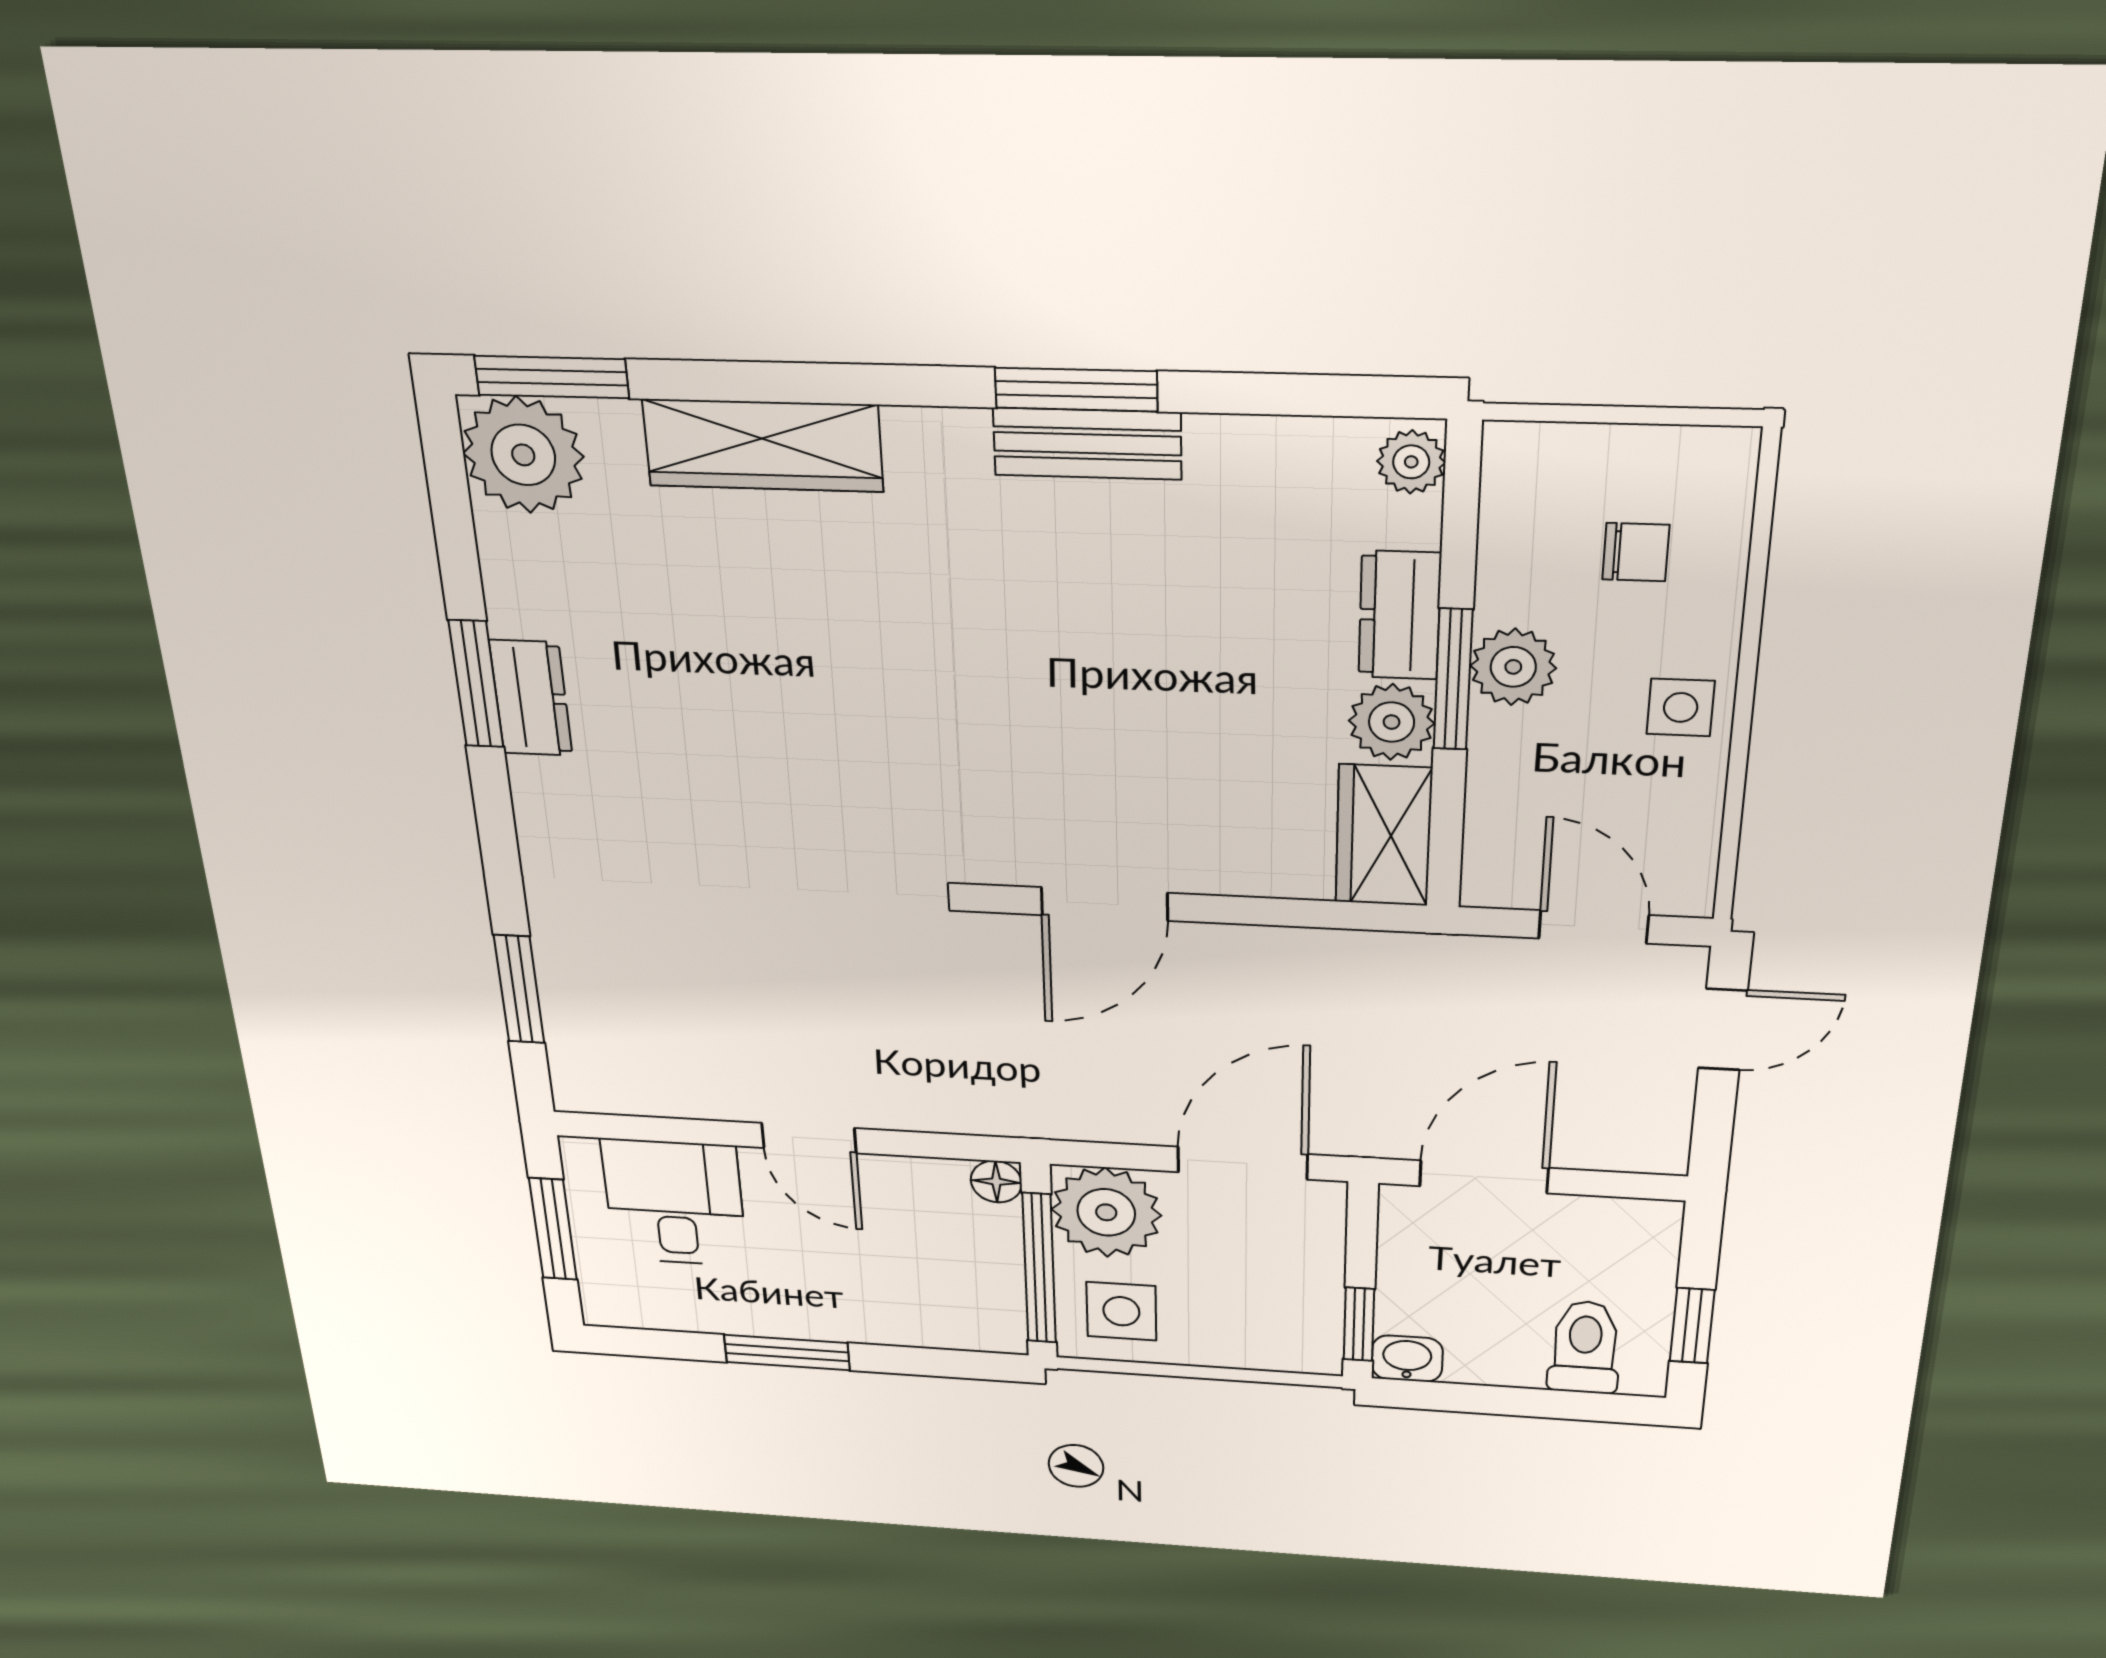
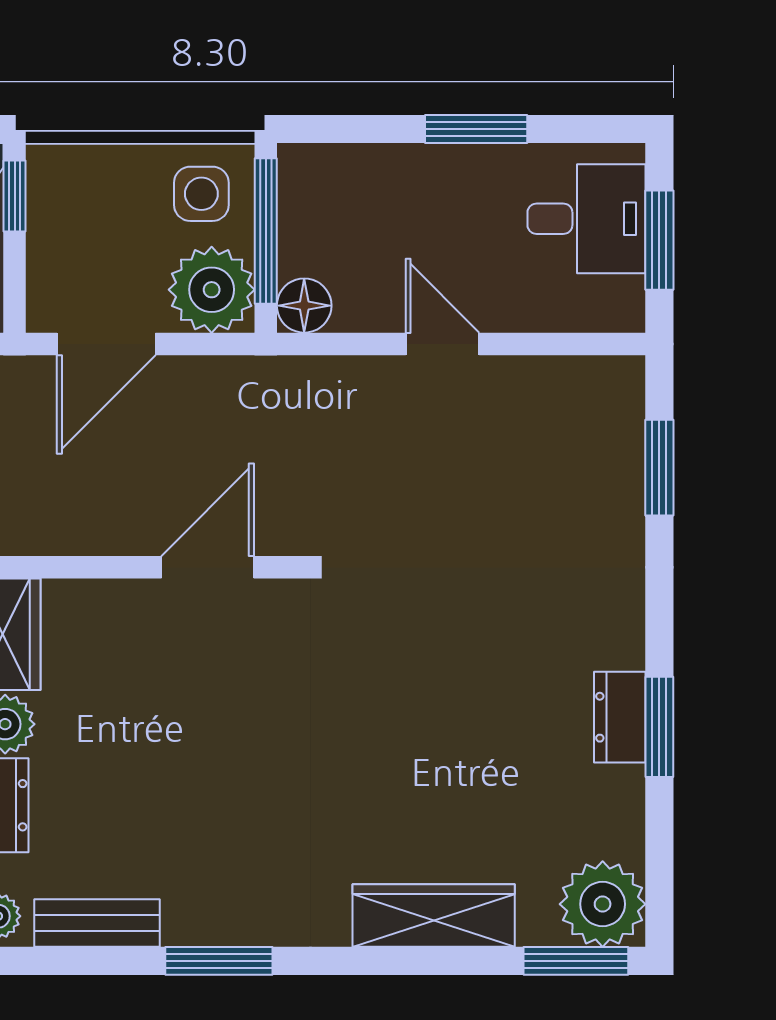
bench: (1087, 444) -> (97, 923), moved
floor lamp: (996, 1182) -> (304, 306), width x1.37, depth x1.37
desk: (674, 1203) -> (586, 219), moved, turned -90

